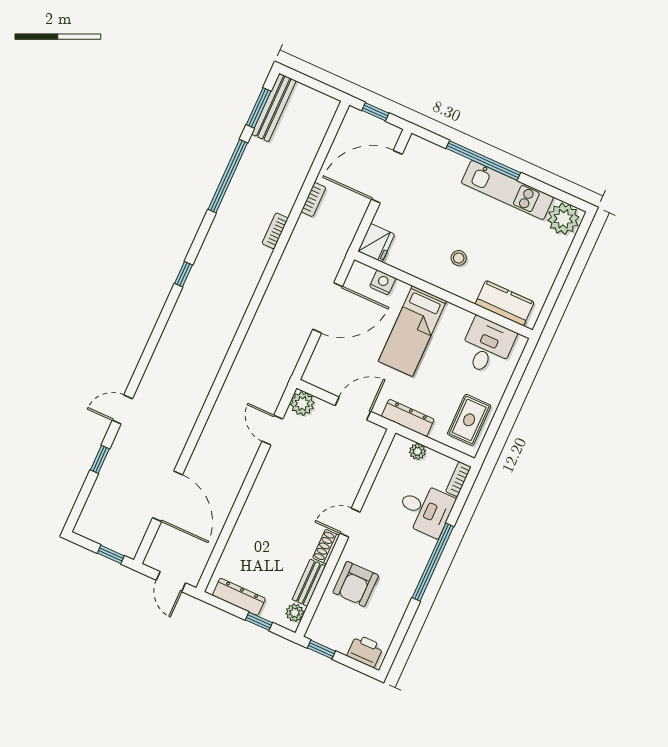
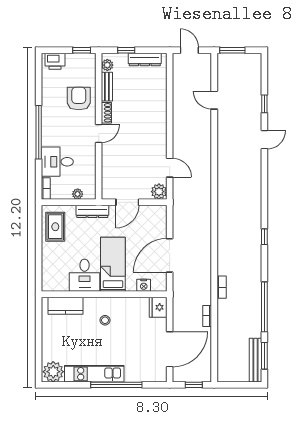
desk: (487, 346) -> (85, 275), moved
door: (168, 496) -> (214, 100), width x0.53
window: (111, 554) -> (232, 50), width x1.50

